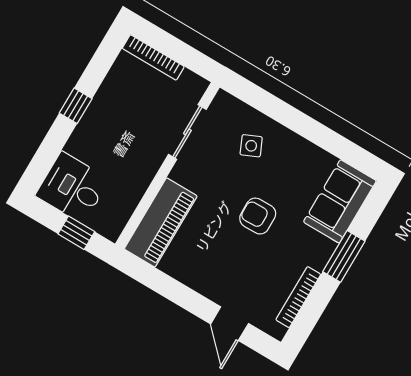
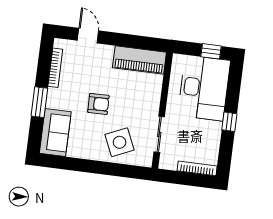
side table: (251, 146) -> (119, 142), width x1.87, depth x1.87
desk: (72, 188) -> (204, 88), width x1.87, depth x1.30
piano: (161, 222) -> (139, 60), moved, turned -90
window: (76, 233) -> (211, 51), moved

